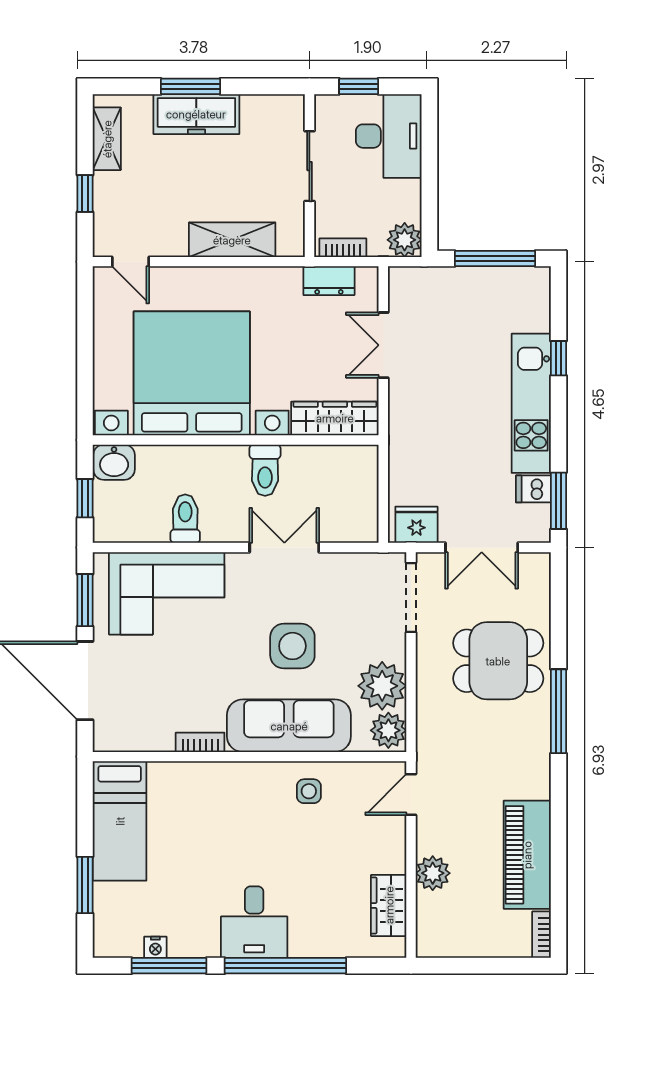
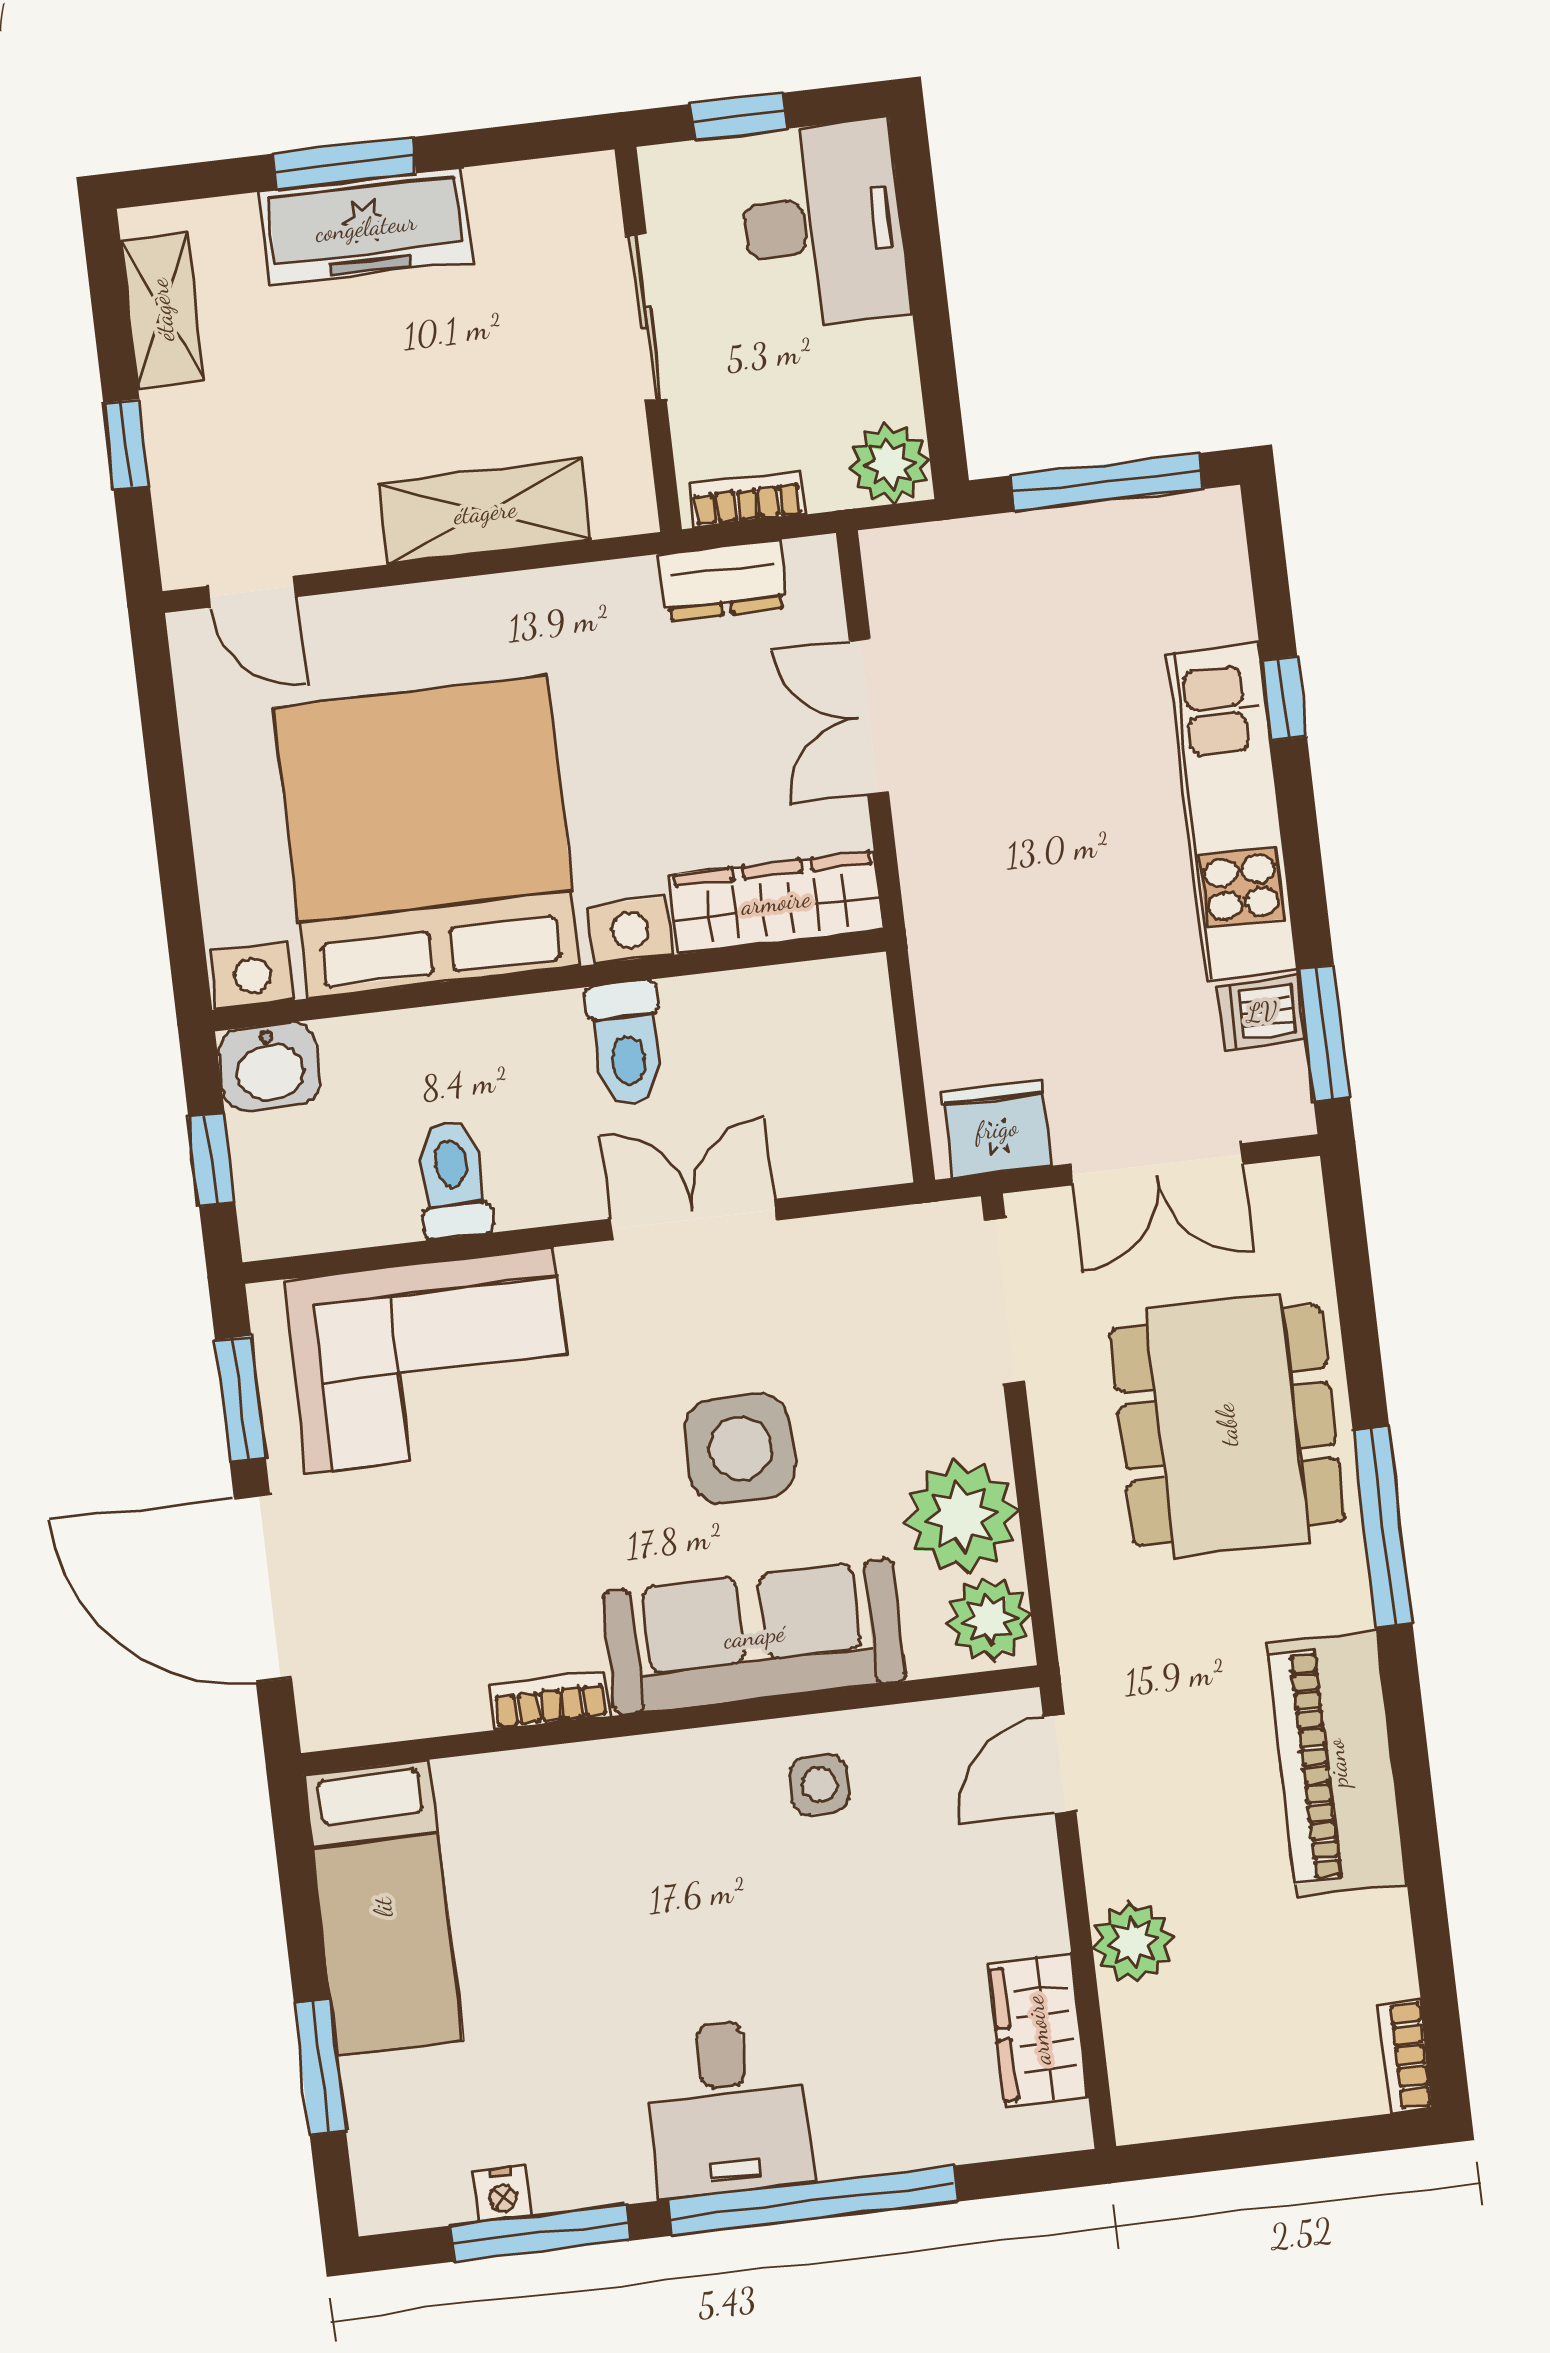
dining table: (498, 661) -> (1227, 1425), width x1.38
piano: (527, 855) -> (1337, 1763), moved

